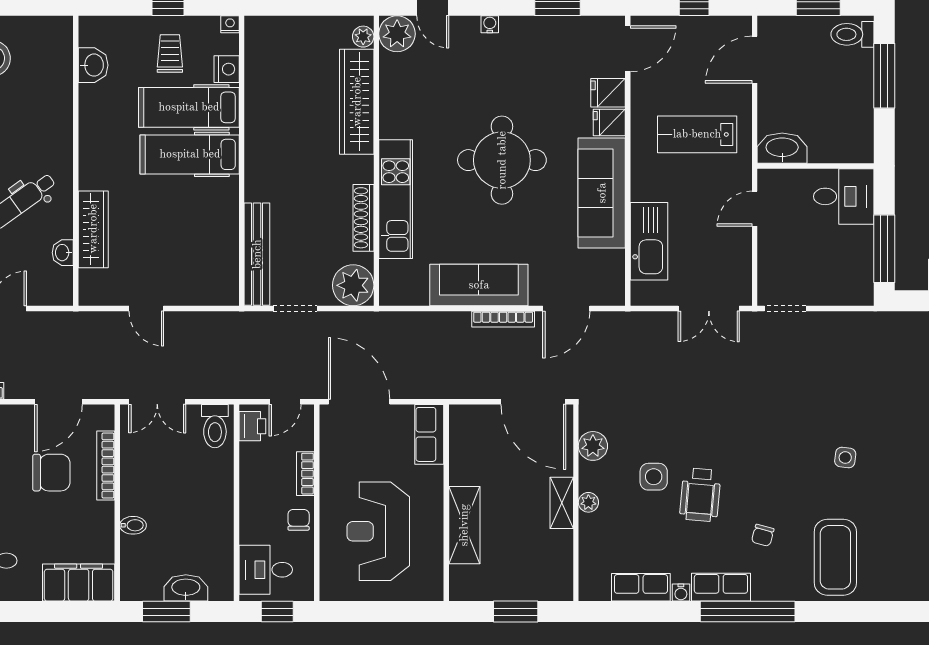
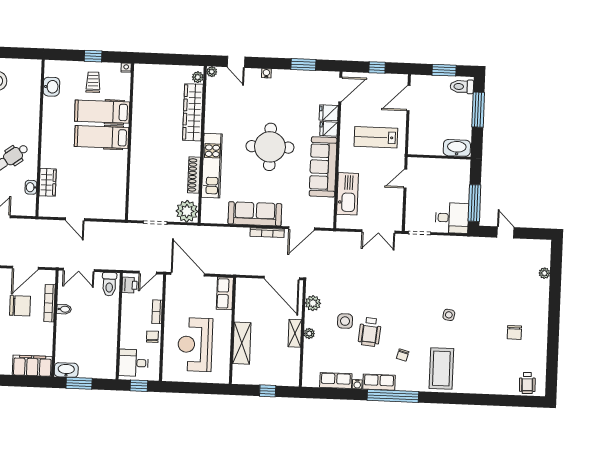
plant: (397, 34) -> (212, 72), width x0.53, depth x0.53
nightstand: (227, 69) -> (123, 92), removed
washbasin: (782, 148) -> (457, 148), moved
desk: (844, 196) -> (452, 218), moved
wardrobe: (93, 229) -> (48, 182), width x0.67
bench: (257, 254) -> (136, 192), removed
bidet: (133, 525) -> (64, 309), moved
washbasin: (186, 588) -> (66, 370), moved
window: (516, 612) -> (268, 391), width x0.67

